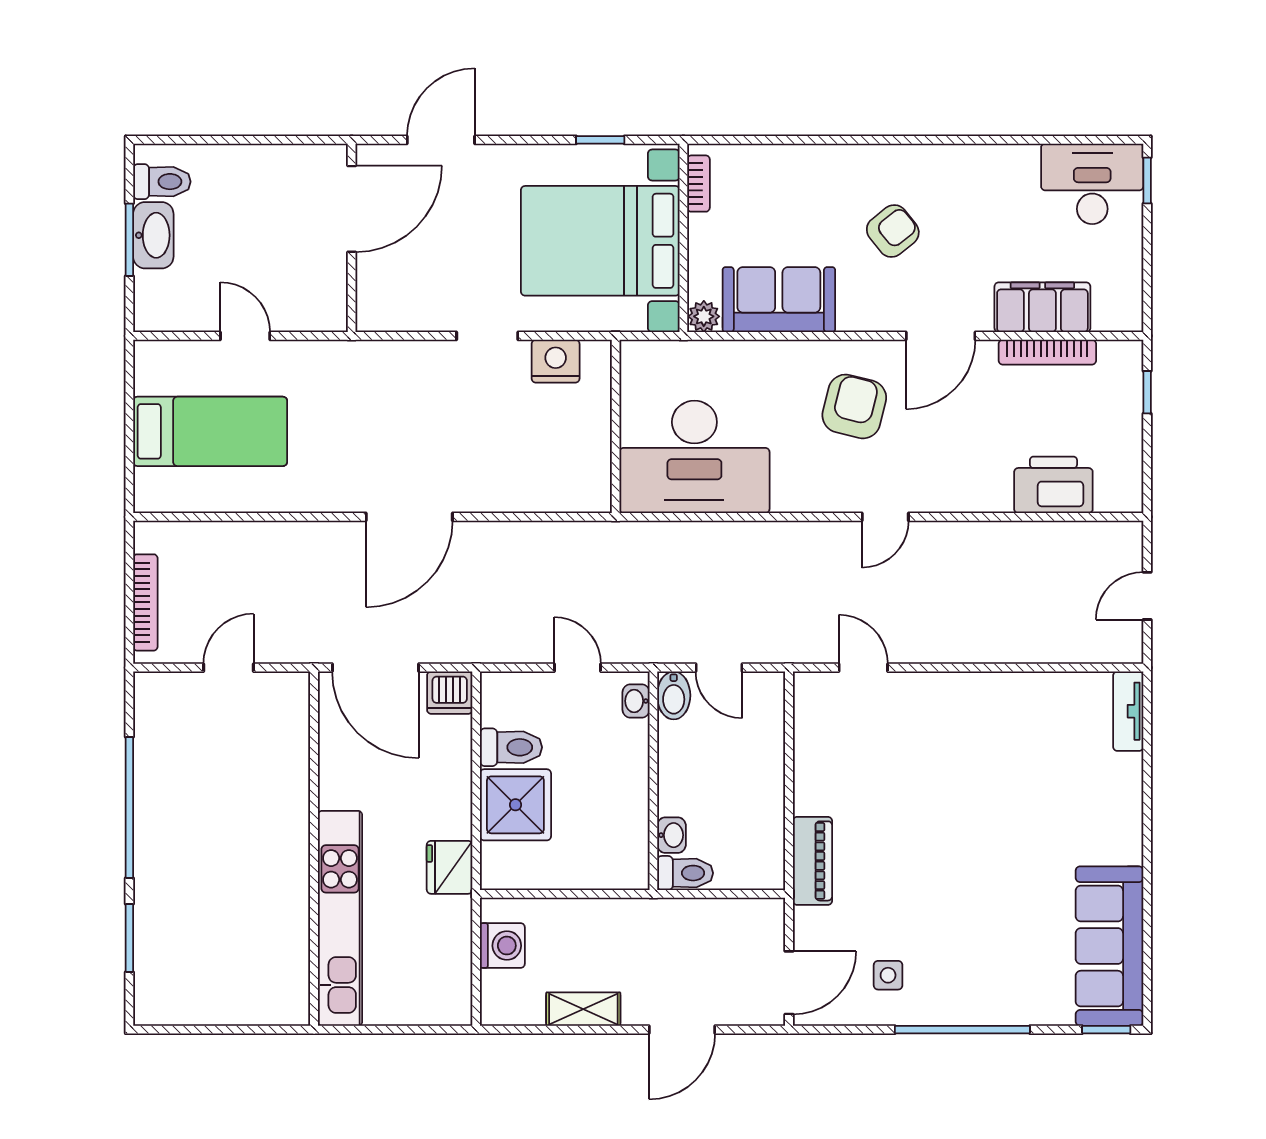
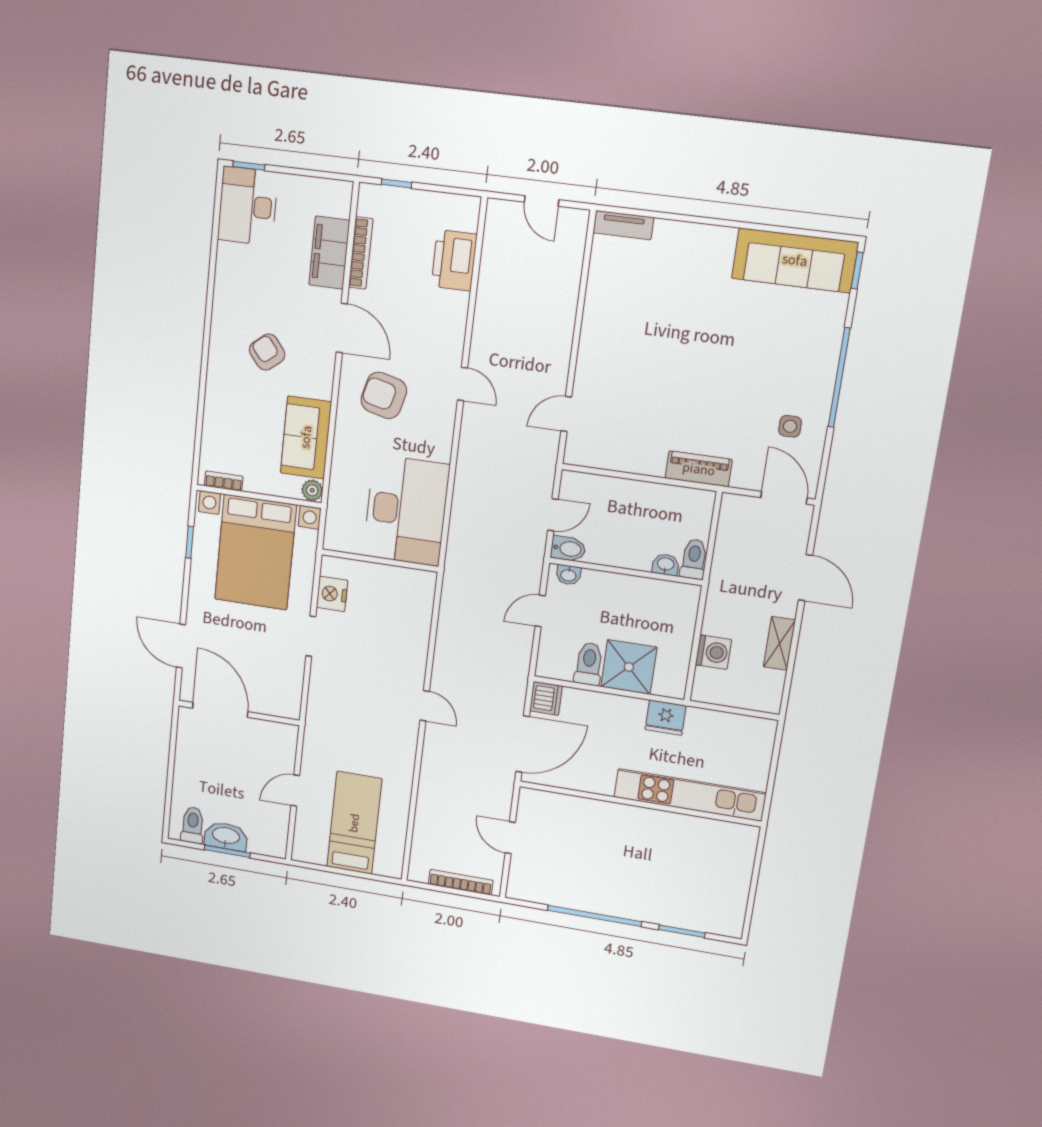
door: (409, 517) -> (425, 706), width x0.53
washing machine: (502, 946) -> (713, 652), moved, turned 90

